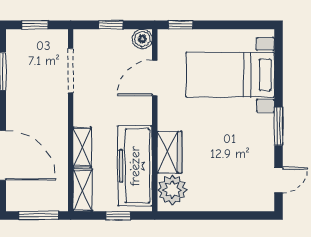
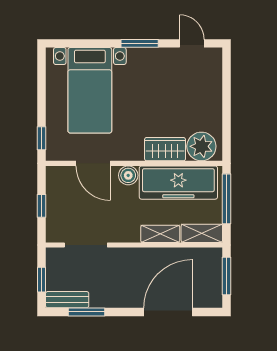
boiler: (142, 39) -> (128, 175), moved
bench: (14, 51) -> (67, 300), added
window: (118, 216) -> (226, 199), width x2.17

